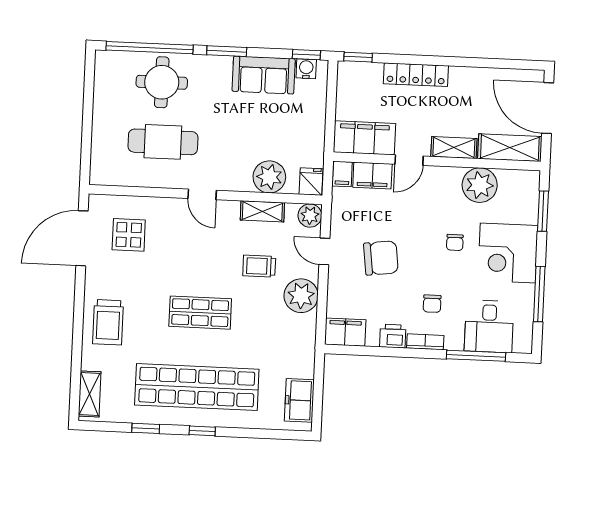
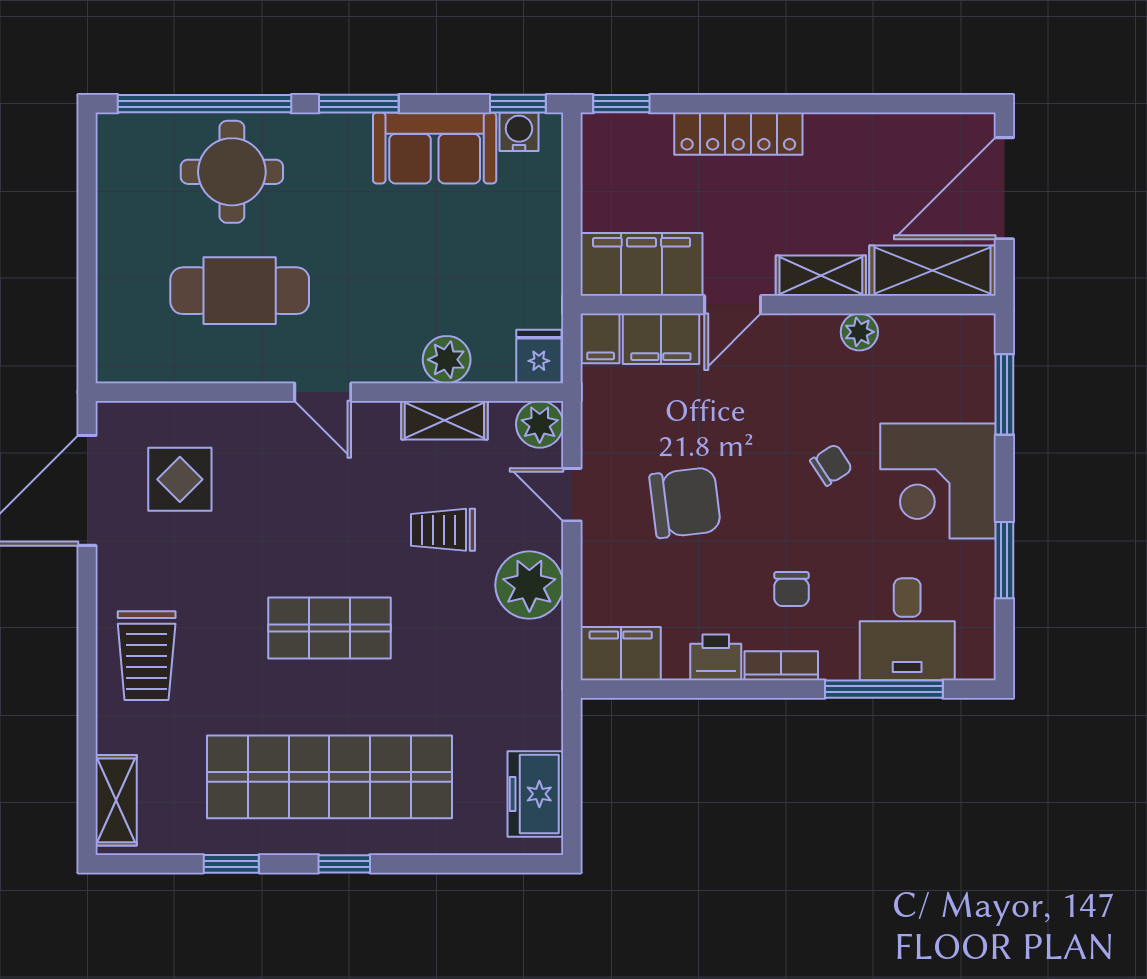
door: (548, 108) -> (1004, 188), hinge flipped
plant: (269, 177) -> (447, 360), width x0.73, depth x0.73
plant: (480, 185) -> (859, 332), width x0.53, depth x0.53
chair: (455, 242) -> (831, 465), turned -123
window: (539, 294) -> (1004, 560), width x0.69

